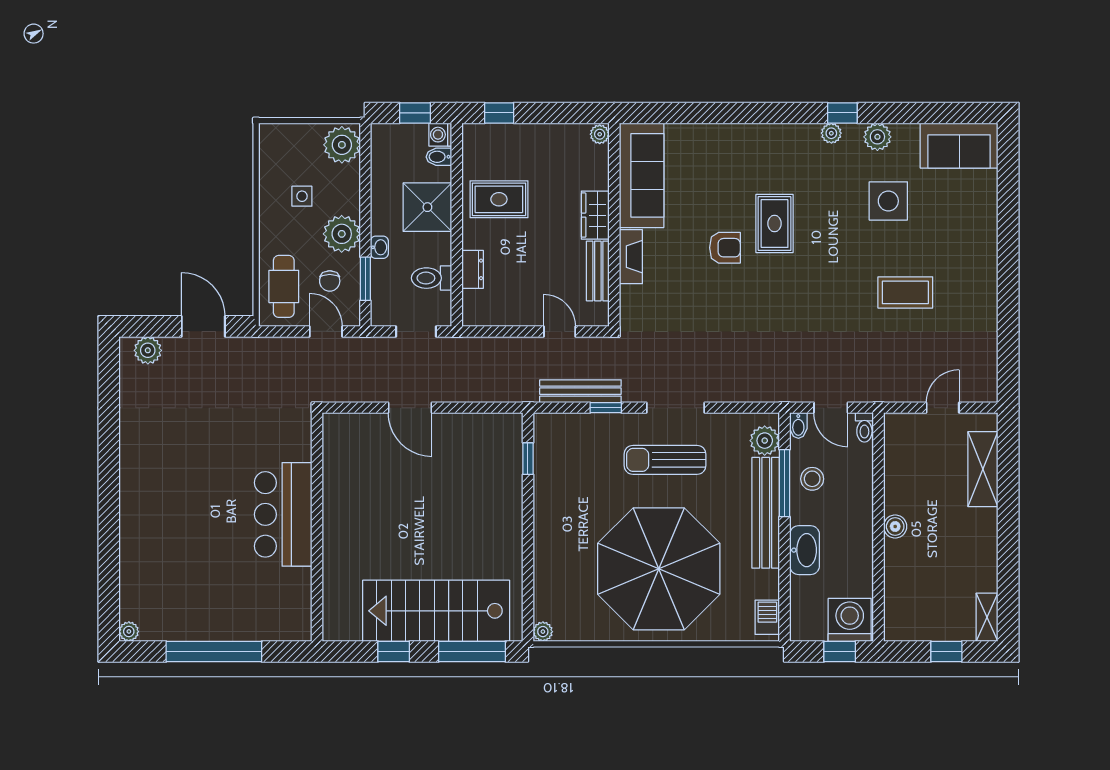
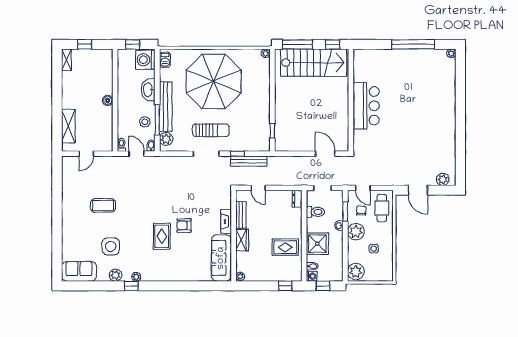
dresser: (473, 269) -> (297, 199), moved
bar counter: (283, 514) -> (366, 106), moved
wall: (317, 527) -> (351, 100), moved
washing machine: (850, 620) -> (145, 60), moved, turned 90

